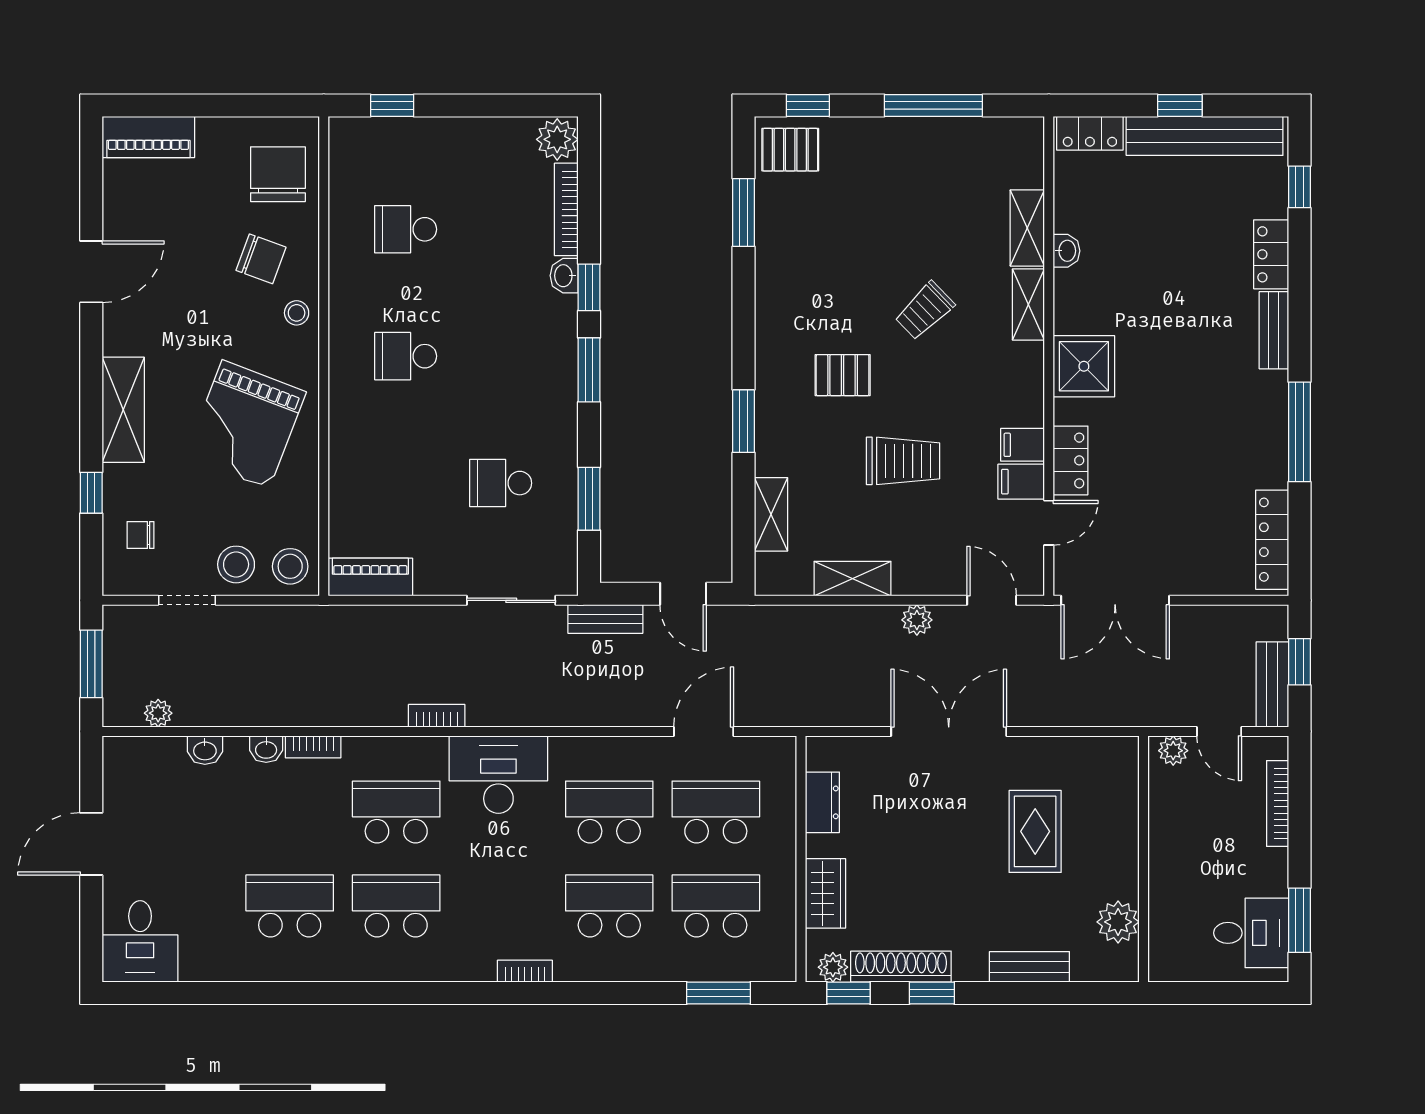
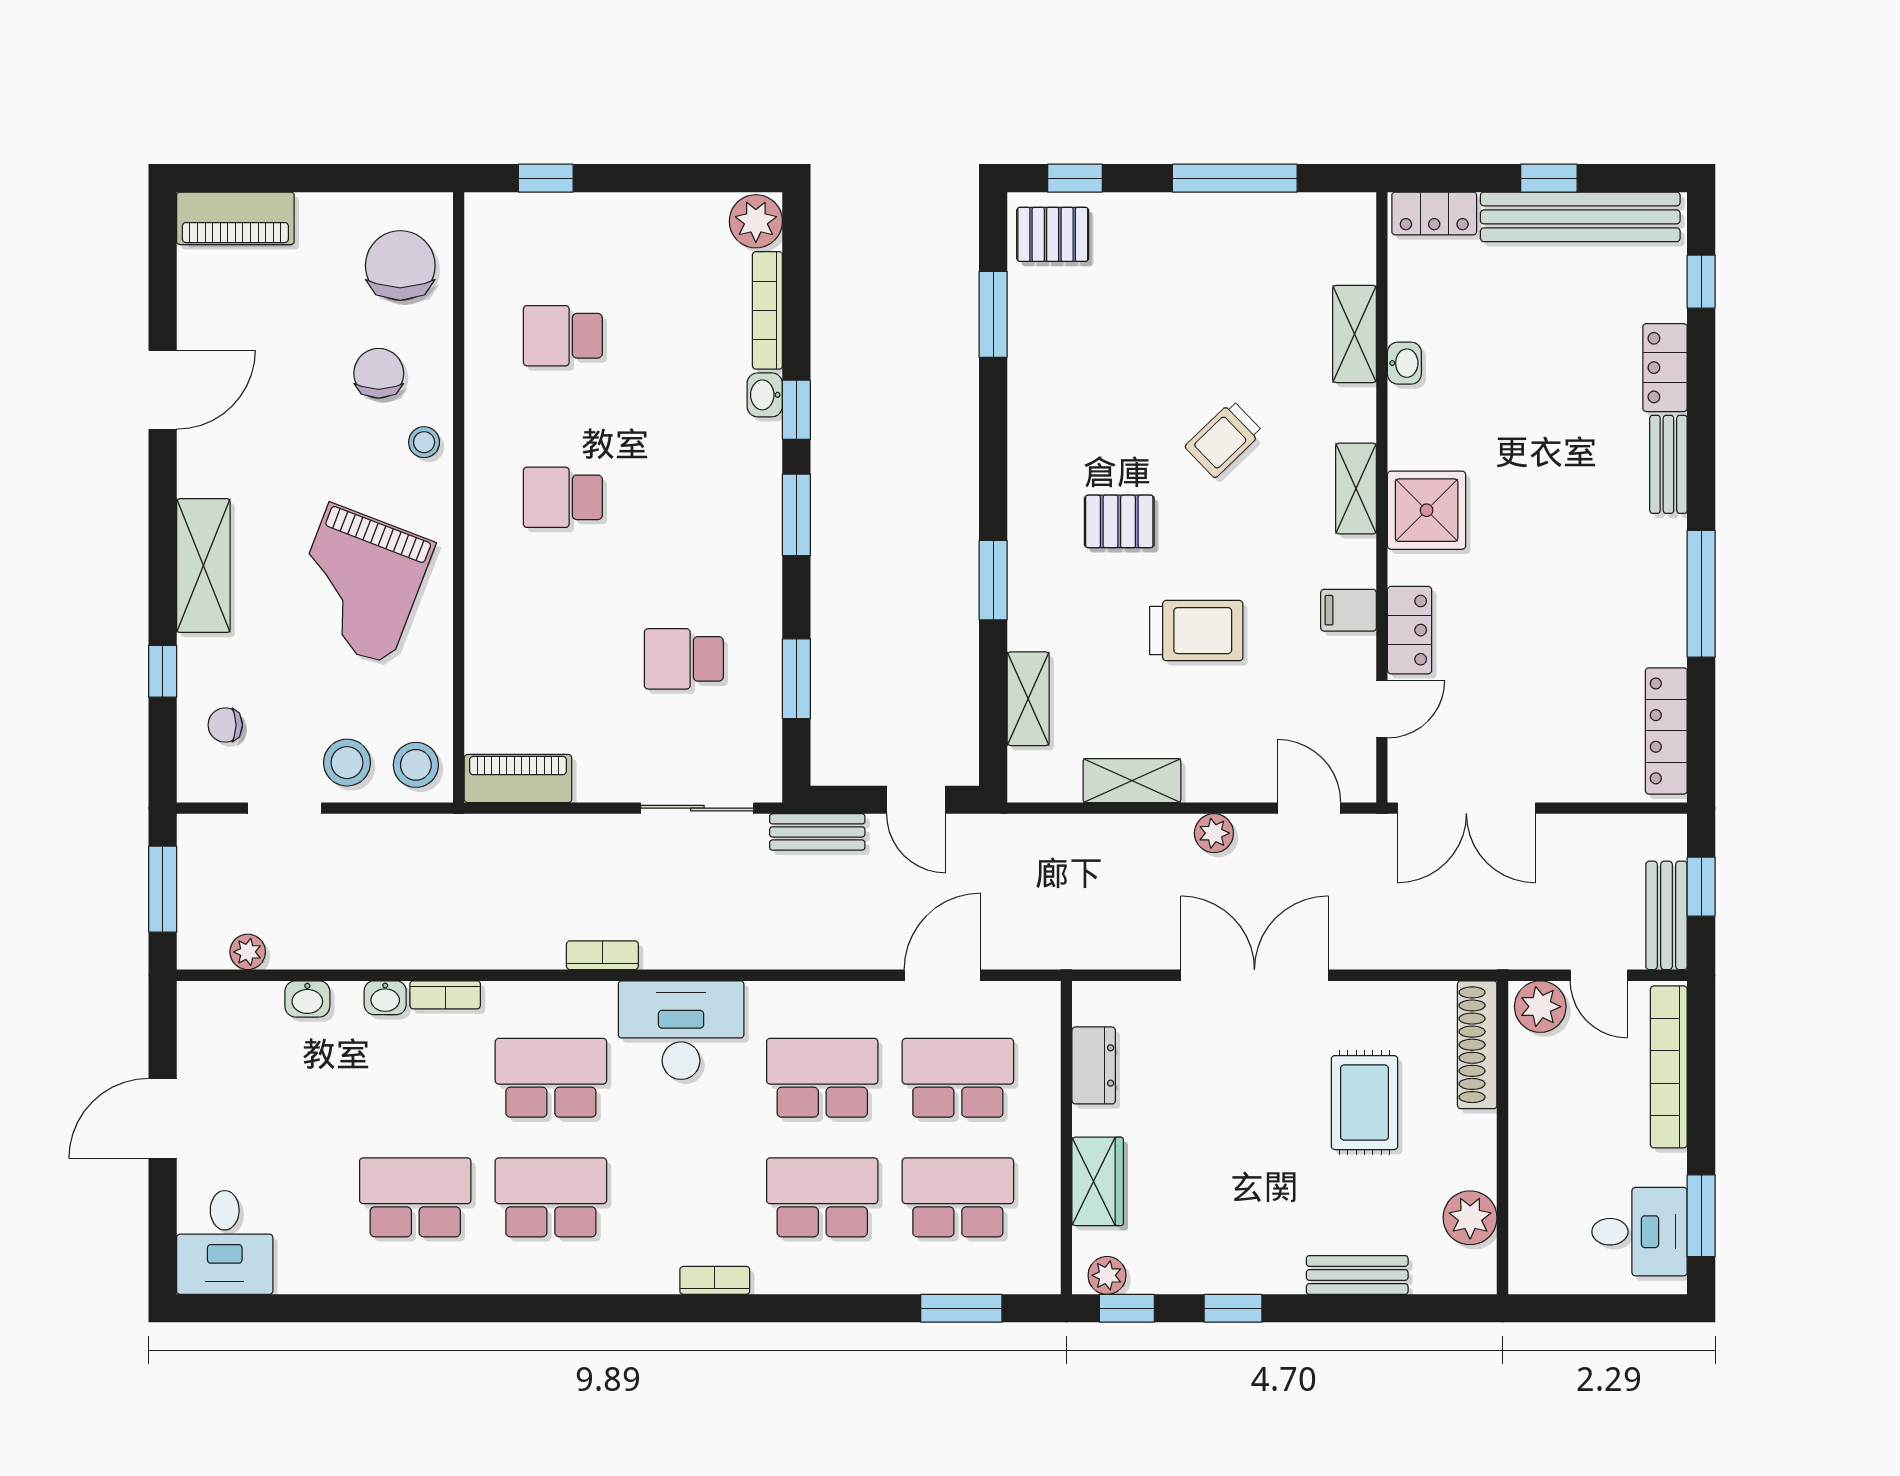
chair: (261, 259) -> (379, 373), turned -110
shelving: (1028, 305) -> (1356, 488), moved
filing cabinet: (1021, 482) -> (1347, 657), removed
plant: (1173, 751) -> (1540, 1007), width x1.38, depth x1.38
bookcase: (1278, 803) -> (1669, 1067), width x1.48, depth x1.31
shoe rack: (901, 967) -> (1477, 1045), moved, turned -90

